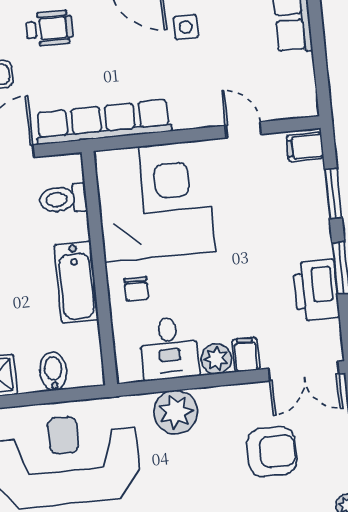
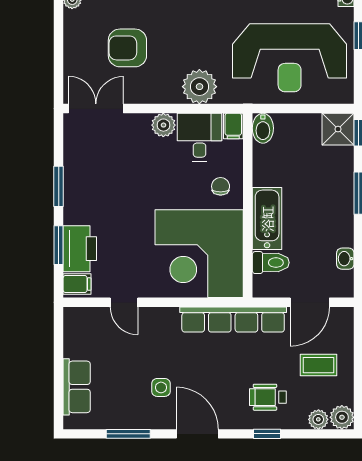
bathtub: (76, 282) -> (267, 219), moved
printer: (316, 290) -> (80, 249), moved
filing cabinet: (246, 355) -> (233, 126), moved
bidet: (53, 371) -> (263, 128), moved

